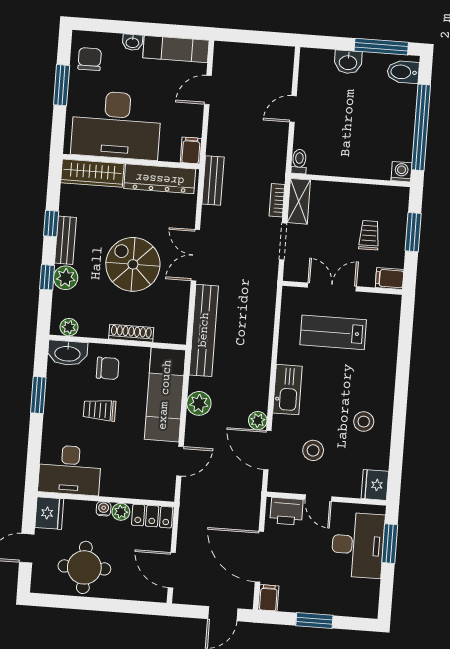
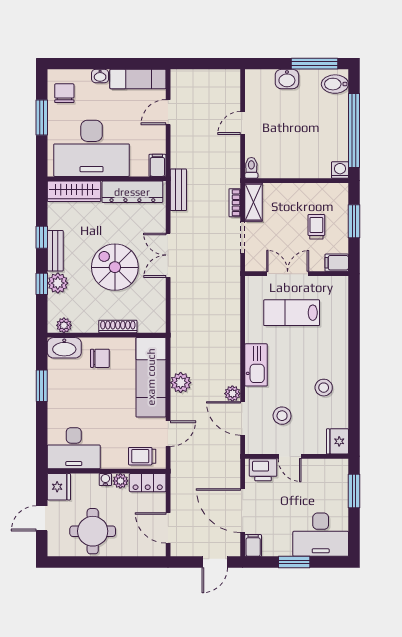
bench: (204, 330) -> (180, 319), removed
trolley: (100, 410) -> (142, 456), moved
desk: (358, 545) -> (321, 535), moved, turned 90

